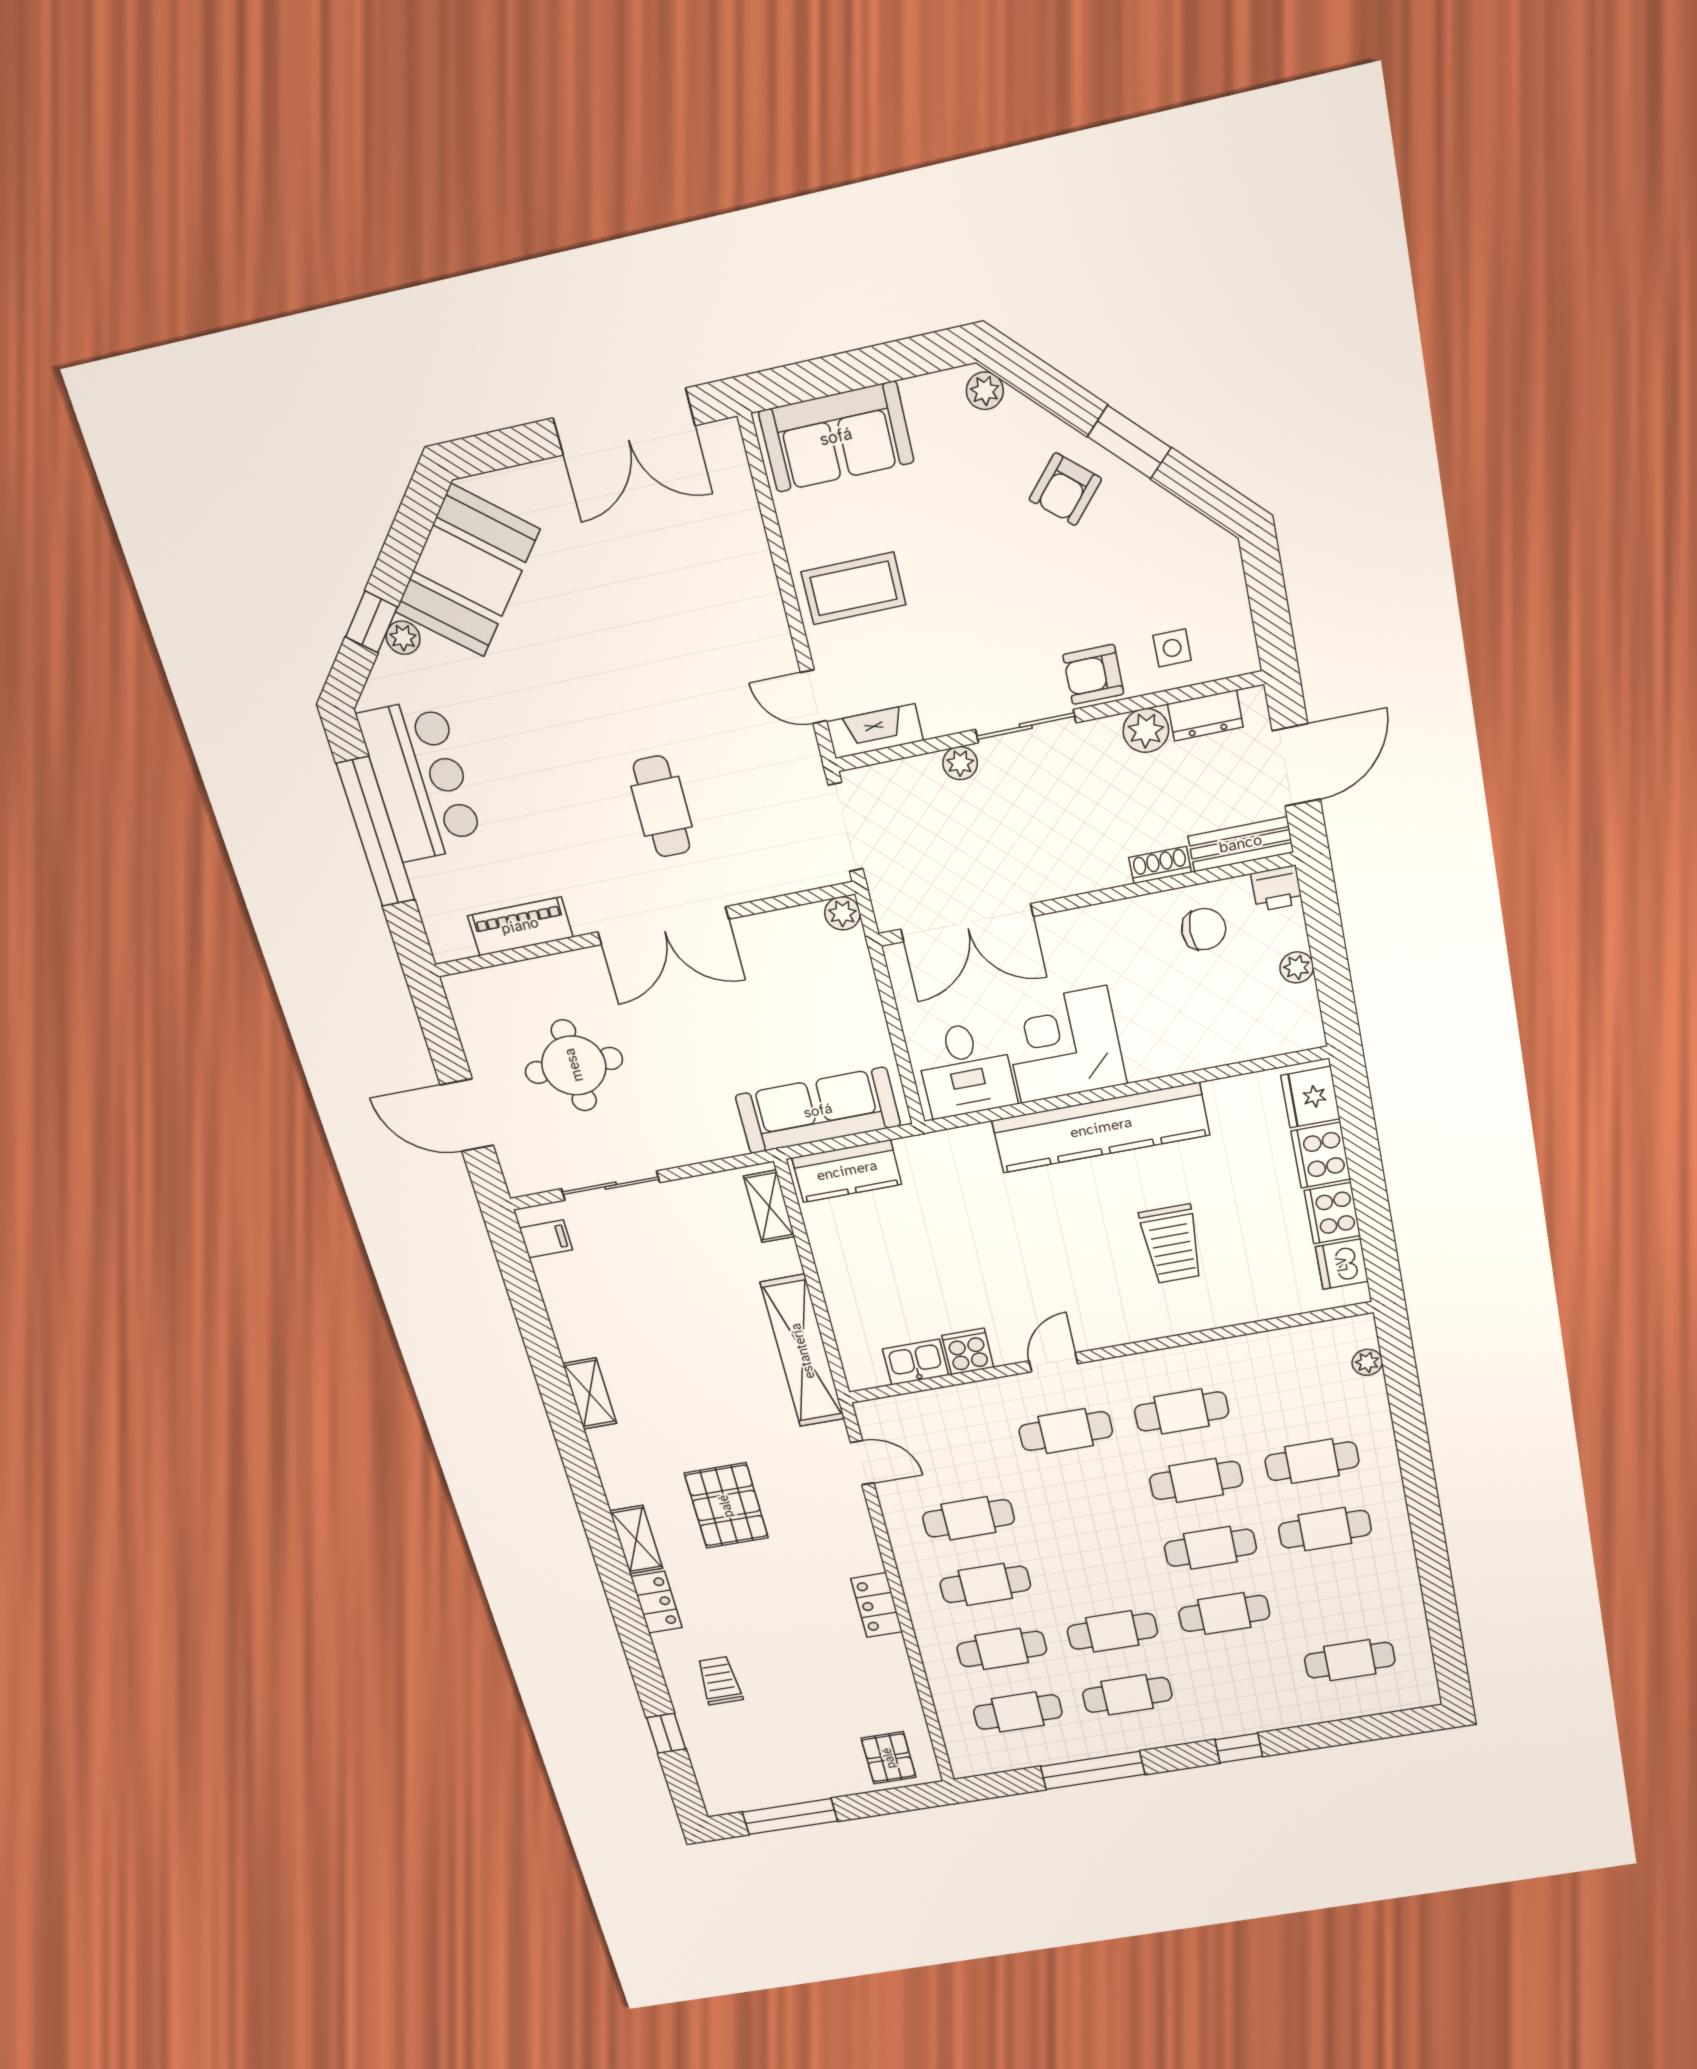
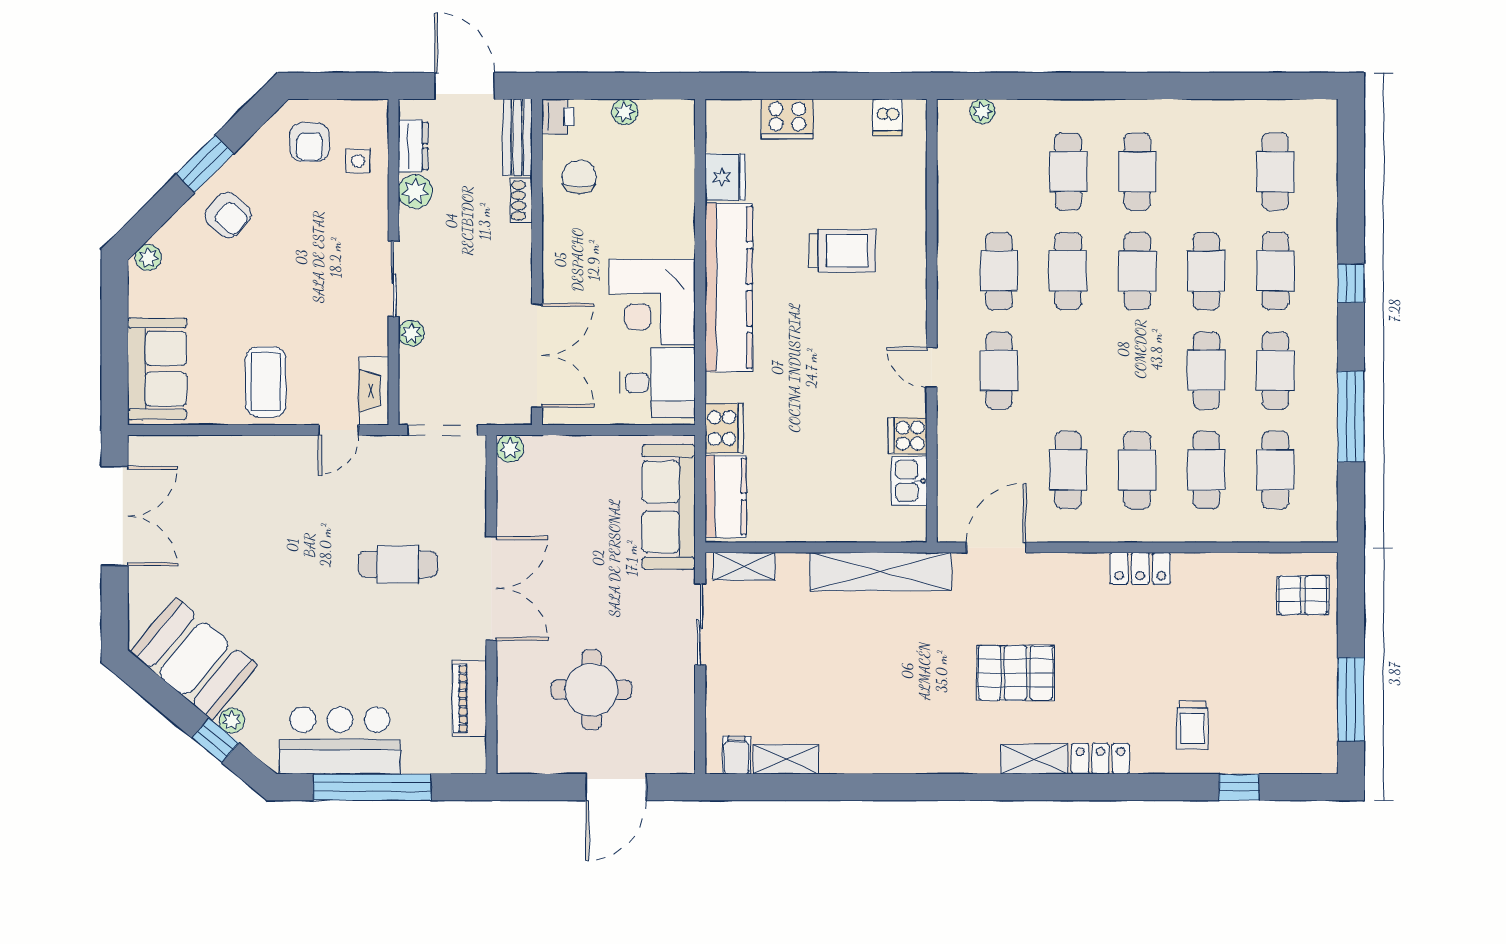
armchair: (1093, 674) -> (310, 142), moved
fridge: (1310, 1097) -> (725, 177), moved, turned -90
sliding door: (611, 1186) -> (700, 624), moved
cooker: (1332, 1213) -> (724, 428), moved, turned -90
dishwasher: (1342, 1264) -> (888, 118), width x0.73
shelving: (590, 1394) -> (786, 759), moved
door: (862, 1463) -> (996, 547), width x1.38
cafe table: (1238, 1678) -> (1275, 271), added
trolley: (719, 1681) -> (1192, 725), turned -90

